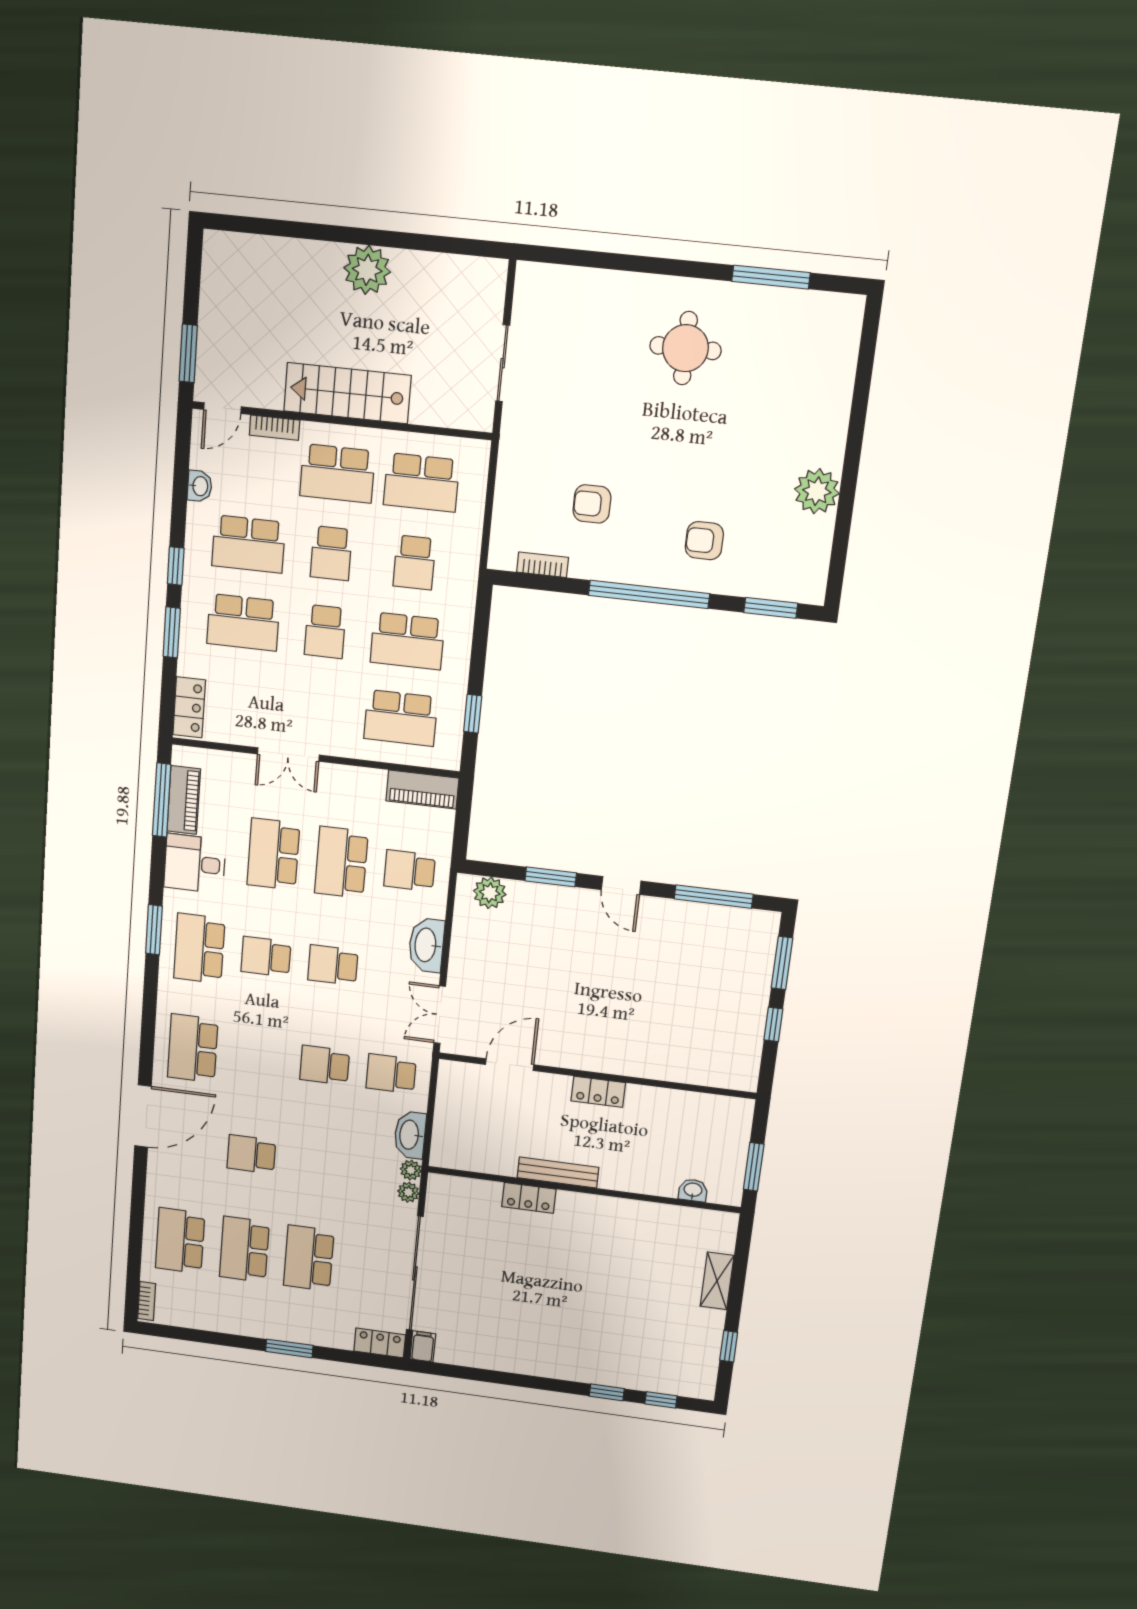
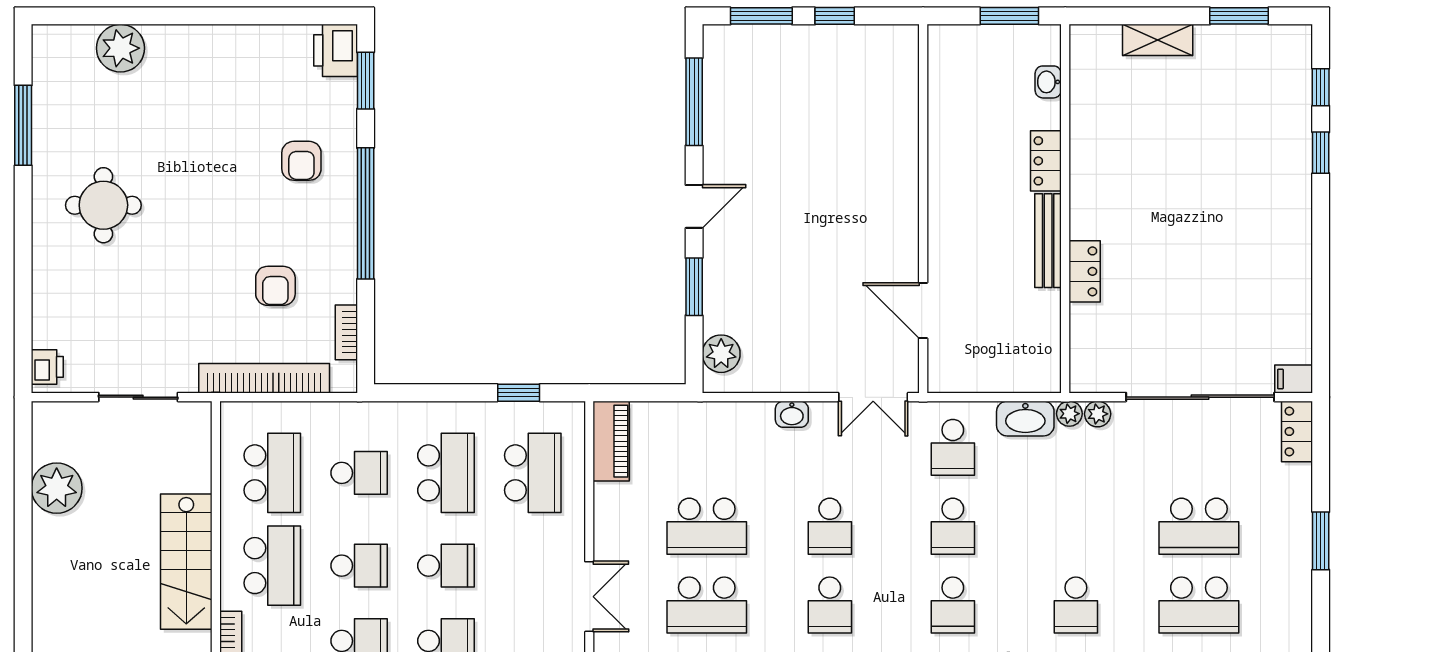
plant: (367, 270) -> (57, 488), moved
printer: (539, 278) -> (47, 367), added
bookcase: (508, 484) -> (264, 378), added
plant: (817, 491) -> (120, 48), moved
printer: (802, 583) -> (336, 50), added
school desk: (409, 871) -> (953, 605), moved
washbasin: (426, 945) -> (792, 414), width x0.52, depth x0.69
locker: (598, 1092) -> (1046, 161), moved, turned 180
window: (729, 1346) -> (1239, 16), width x1.50

